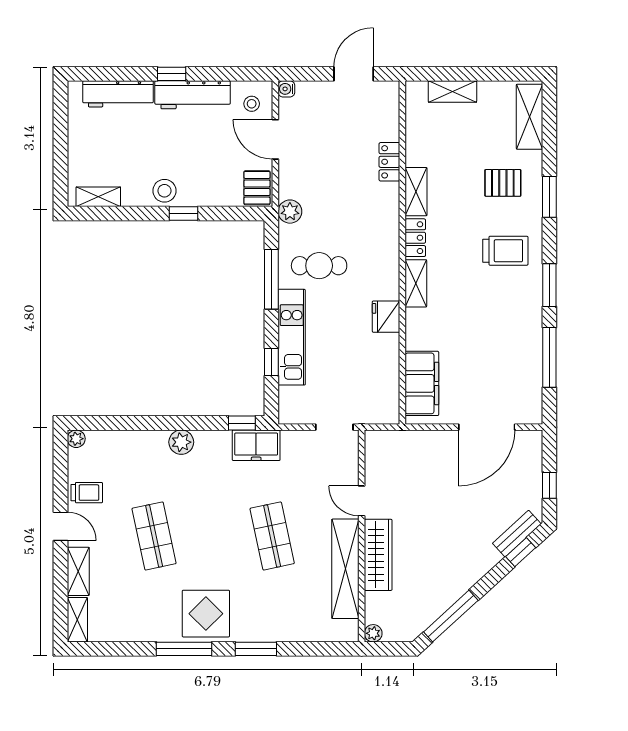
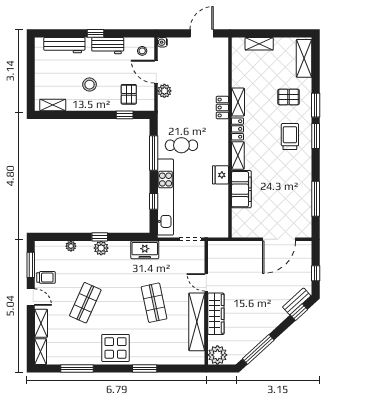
workbench: (193, 95) -> (108, 46), width x0.73
locker: (389, 162) -> (222, 108), moved
pallet: (257, 188) -> (129, 94), moved
stool: (164, 191) -> (90, 85), moved
plant: (290, 212) -> (164, 91), moved
window: (183, 214) -> (125, 115), moved
trolley: (505, 251) -> (290, 137), turned -90
window: (549, 285) -> (316, 136), moved
kitchen unit: (292, 337) -> (165, 197), width x1.36
filing cabinet: (422, 383) -> (241, 189), moved
window: (242, 423) -> (100, 237), moved
plant: (76, 439) -> (71, 246), moved
window: (60, 471) -> (31, 265), added
shop shelf: (154, 536) -> (85, 303), turned 36
plant: (373, 633) -> (217, 355), width x1.88, depth x1.88
window: (184, 649) -> (77, 369), moved

